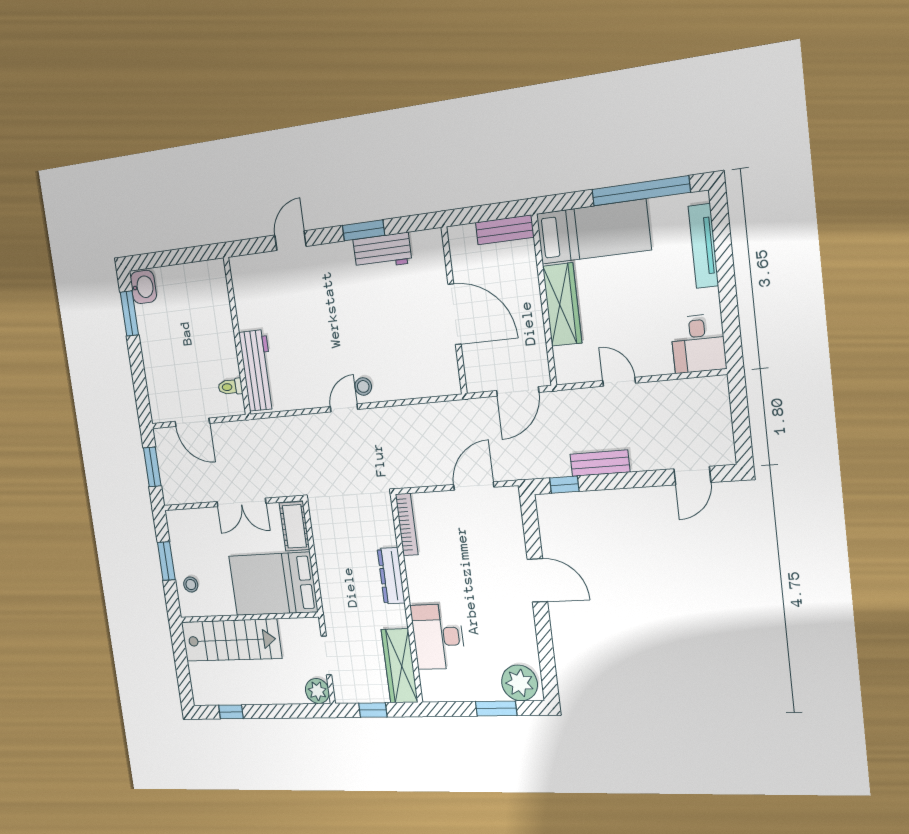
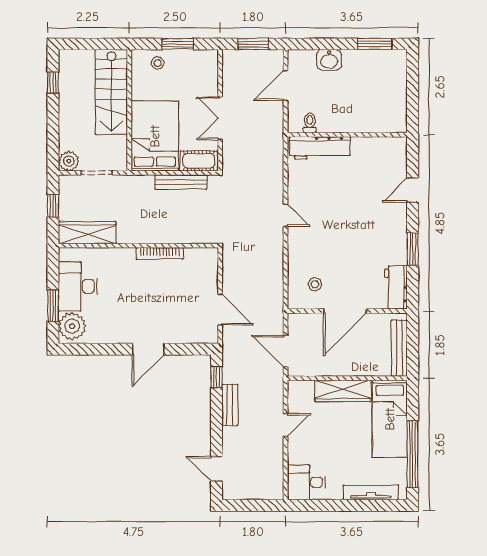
bench: (505, 230) -> (399, 348), width x1.36
door: (290, 241) -> (413, 190), swing flipped
workbench: (382, 251) -> (396, 287), moved
washbasin: (143, 287) -> (329, 60), moved
stool: (363, 386) -> (315, 284), moved
bookcase: (407, 524) -> (160, 253), moved
bench: (323, 548) -> (181, 182), added
dresser: (391, 576) -> (157, 235), removed
desk: (438, 637) -> (78, 286), moved, turned -90

